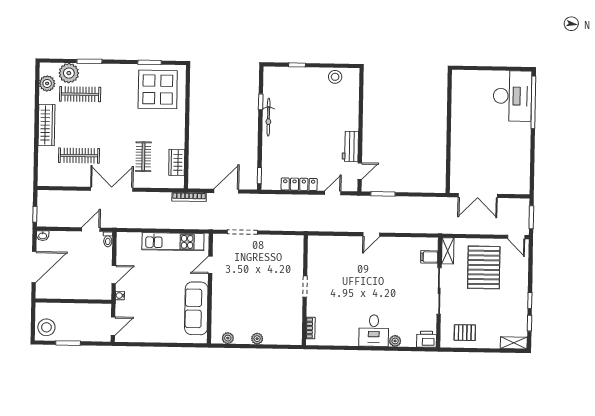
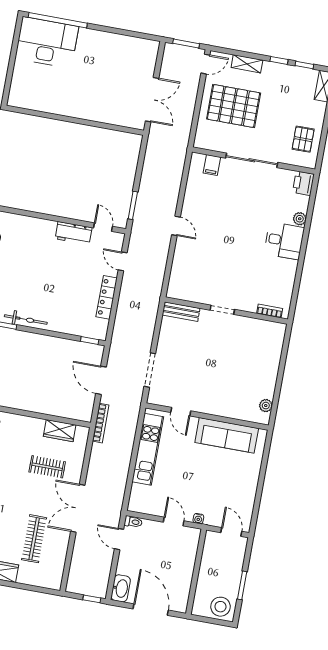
washbasin: (43, 236) -> (121, 588), width x1.91, depth x1.45
bench: (297, 251) -> (181, 312), added
shelving: (448, 251) -> (247, 64), moved
plant: (257, 339) -> (272, 373), removed

